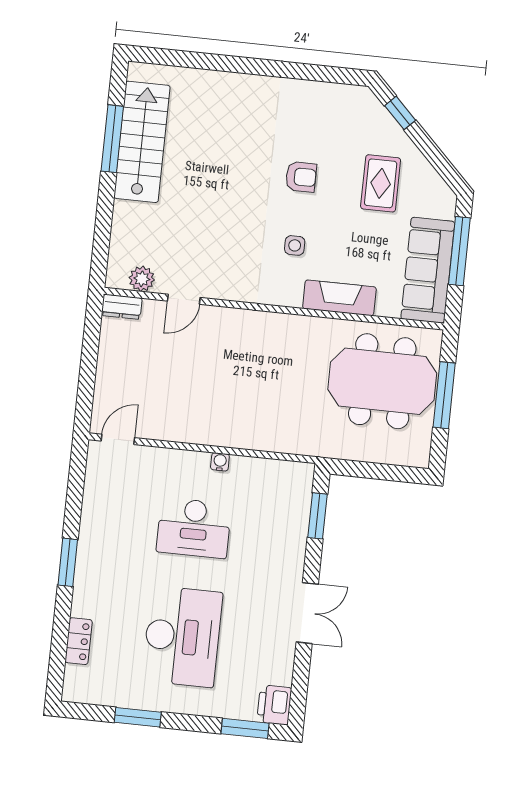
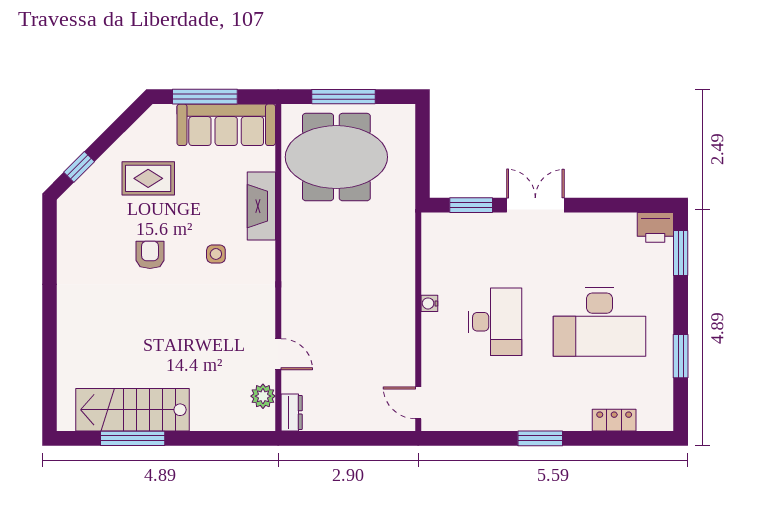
meeting table: (382, 381) -> (336, 157), turned 90
double door: (307, 613) -> (535, 205), moved
desk: (182, 637) -> (599, 322), turned 180

